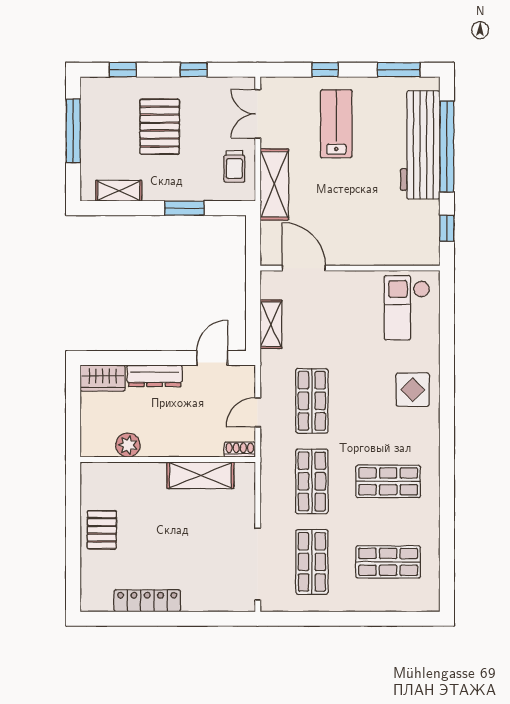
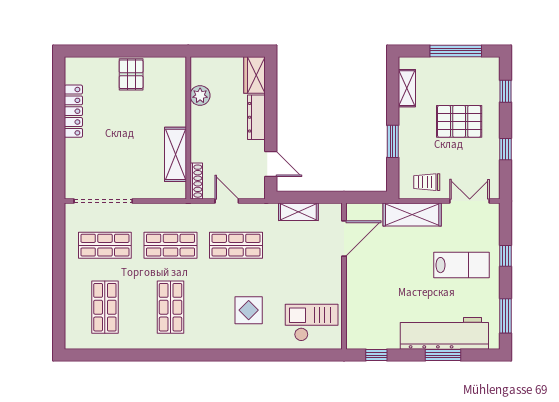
window: (447, 146) -> (443, 355), width x0.47
display table: (413, 390) -> (249, 310), moved
shoe rack: (240, 450) -> (196, 181), width x1.43
pallet: (102, 530) -> (131, 74), turned 90

